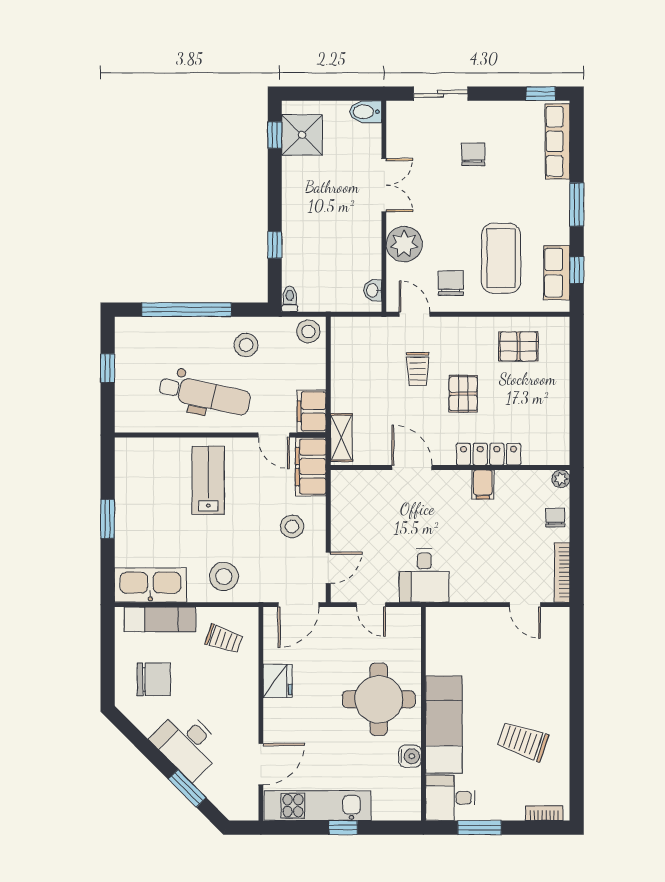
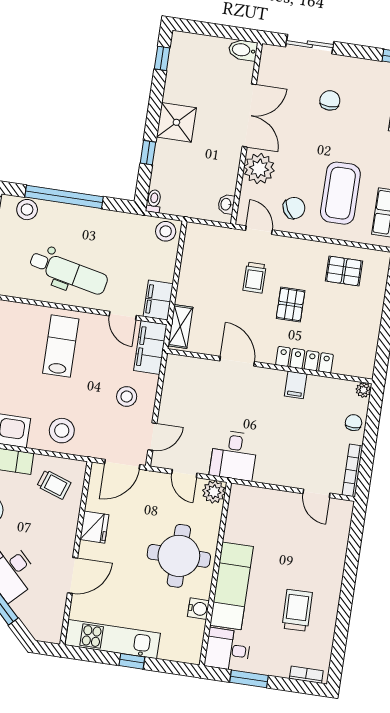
shower: (302, 135) -> (176, 122), moved
double door: (384, 185) -> (249, 115), width x1.37
chair: (451, 283) -> (294, 208), turned 59
stool: (246, 345) -> (27, 210), moved
plant: (408, 620) -> (214, 492), added
trolley: (523, 741) -> (297, 610), turned 70
door: (261, 764) -> (73, 575), moved

